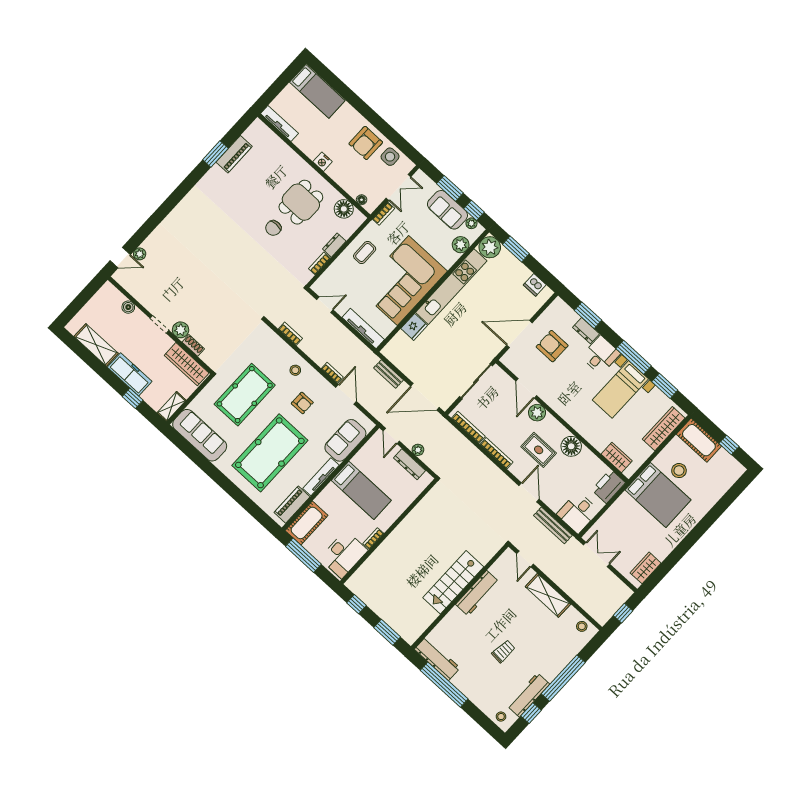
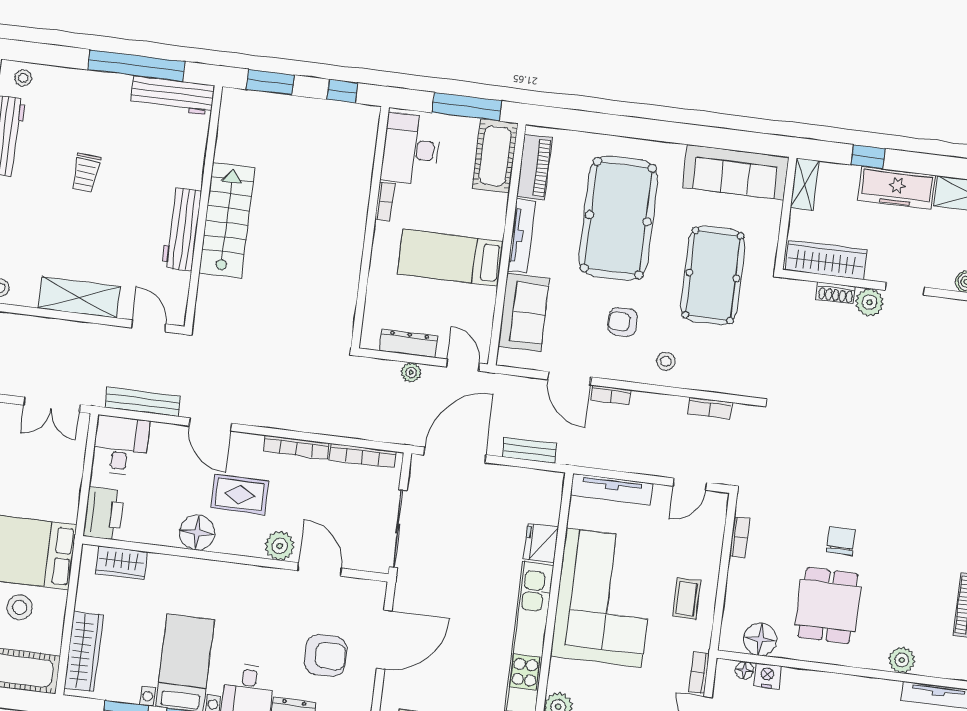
plant: (285, 152) -> (902, 660), added
nightstand: (323, 162) -> (767, 676), moved
dresser: (334, 245) -> (737, 578), removed

